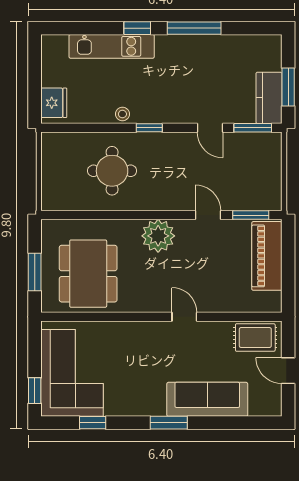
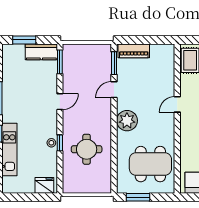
window: (288, 87) -> (24, 40), moved
window: (149, 128) -> (60, 143), moved
door: (210, 128) -> (60, 102), moved
piano: (267, 256) -> (134, 51), width x0.73, depth x0.75
window: (35, 272) -> (138, 197), moved

